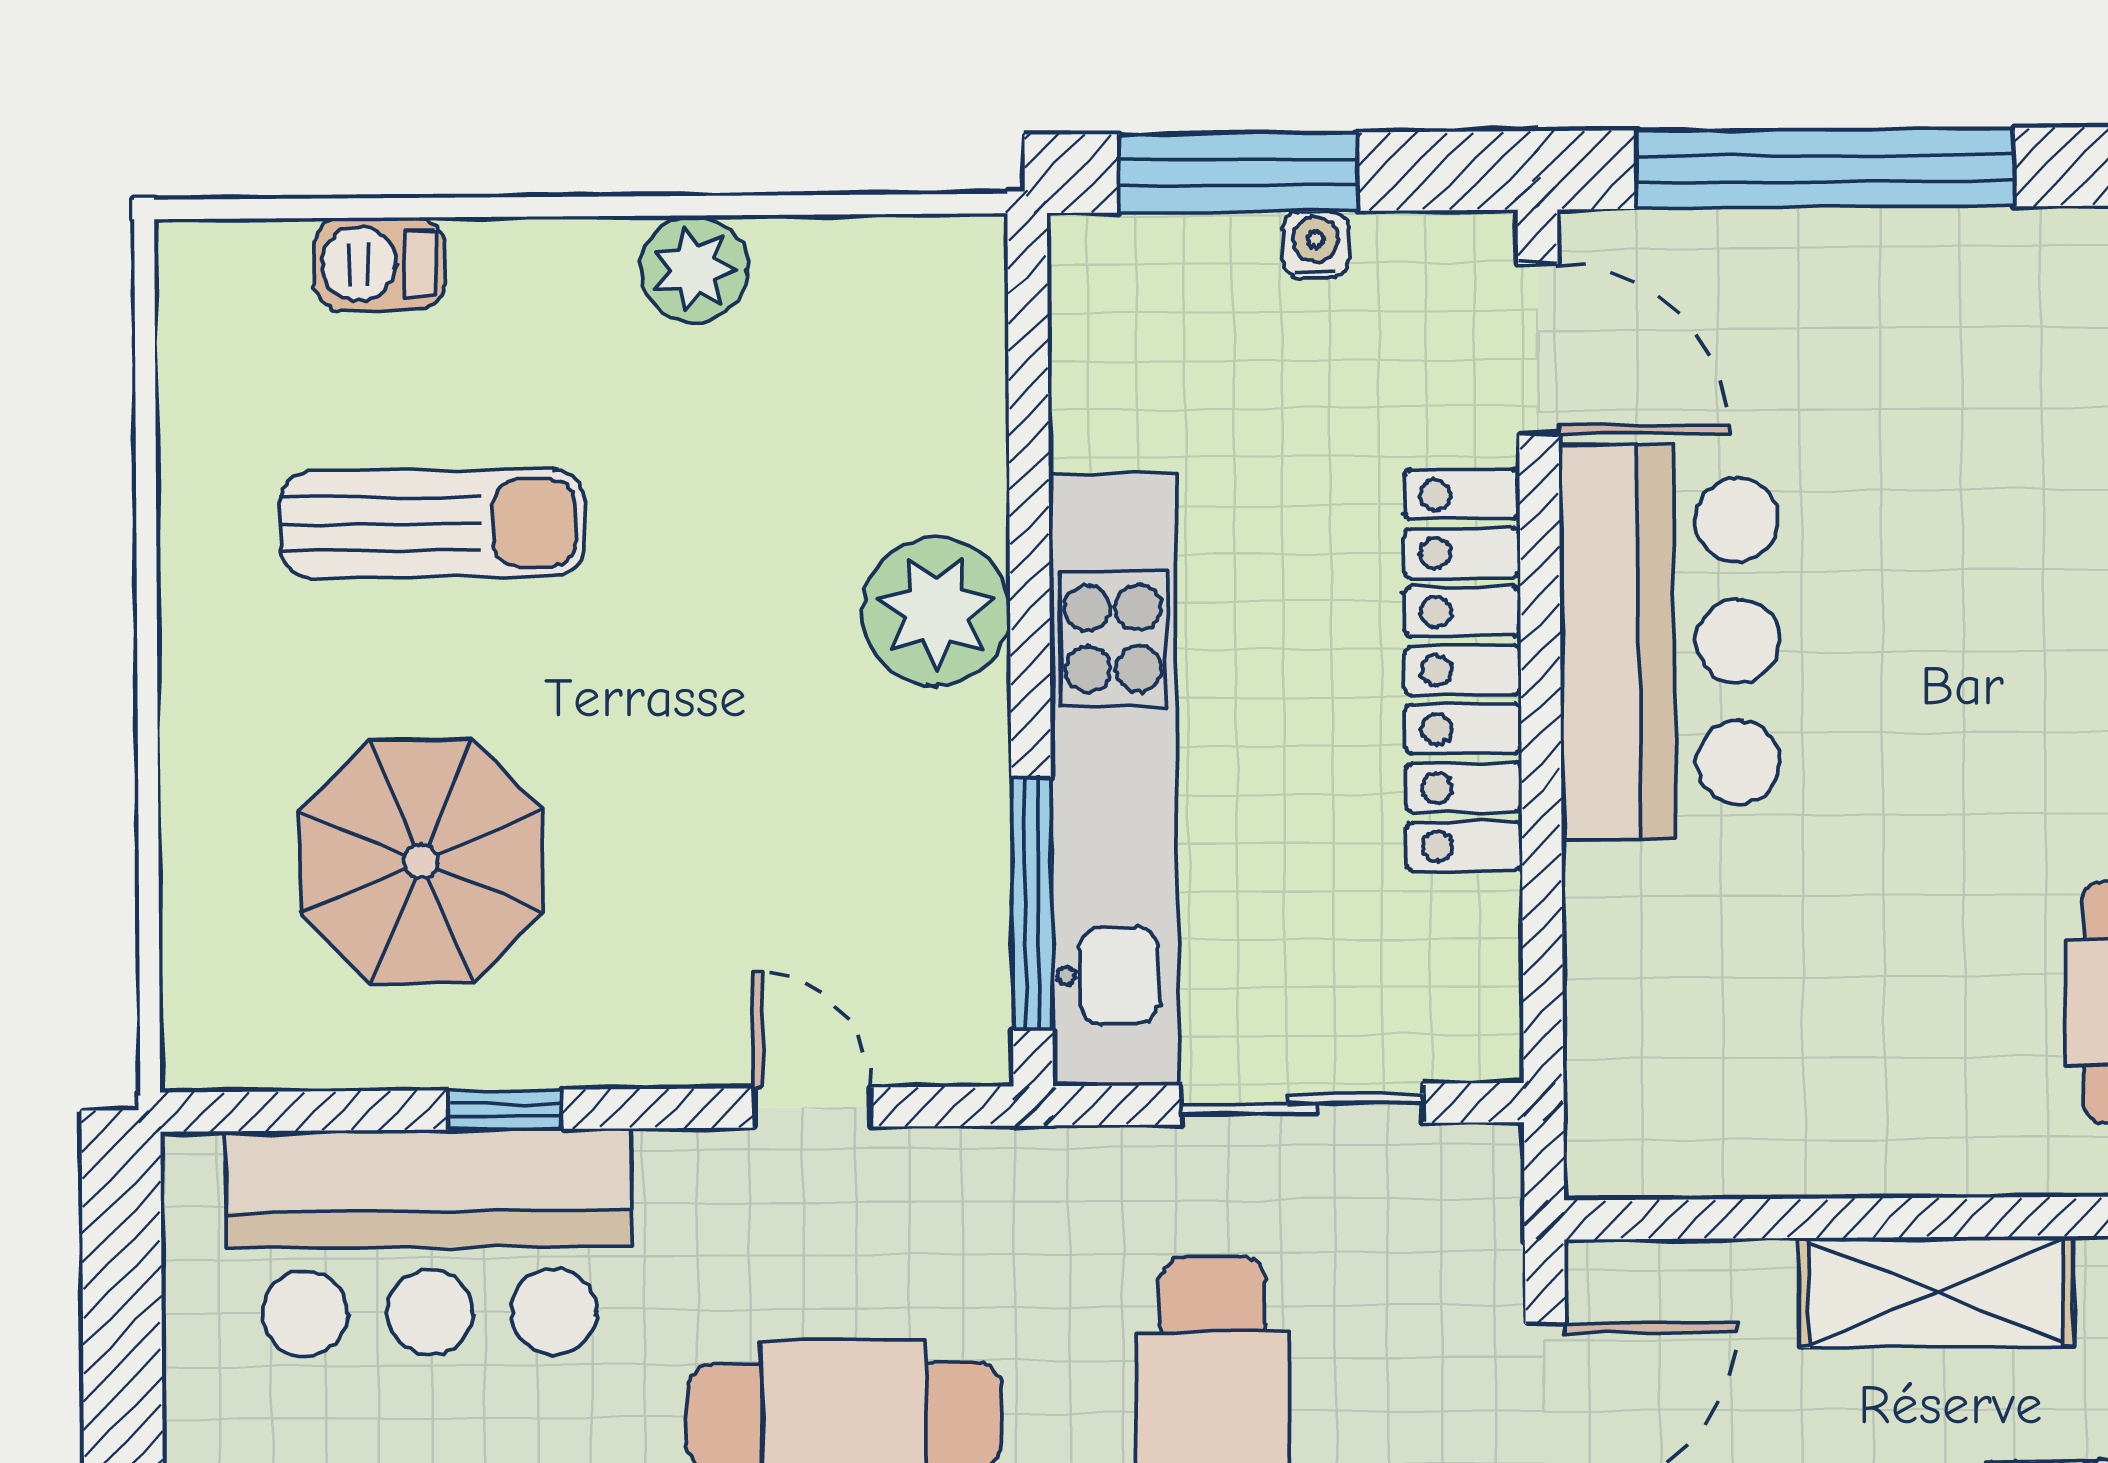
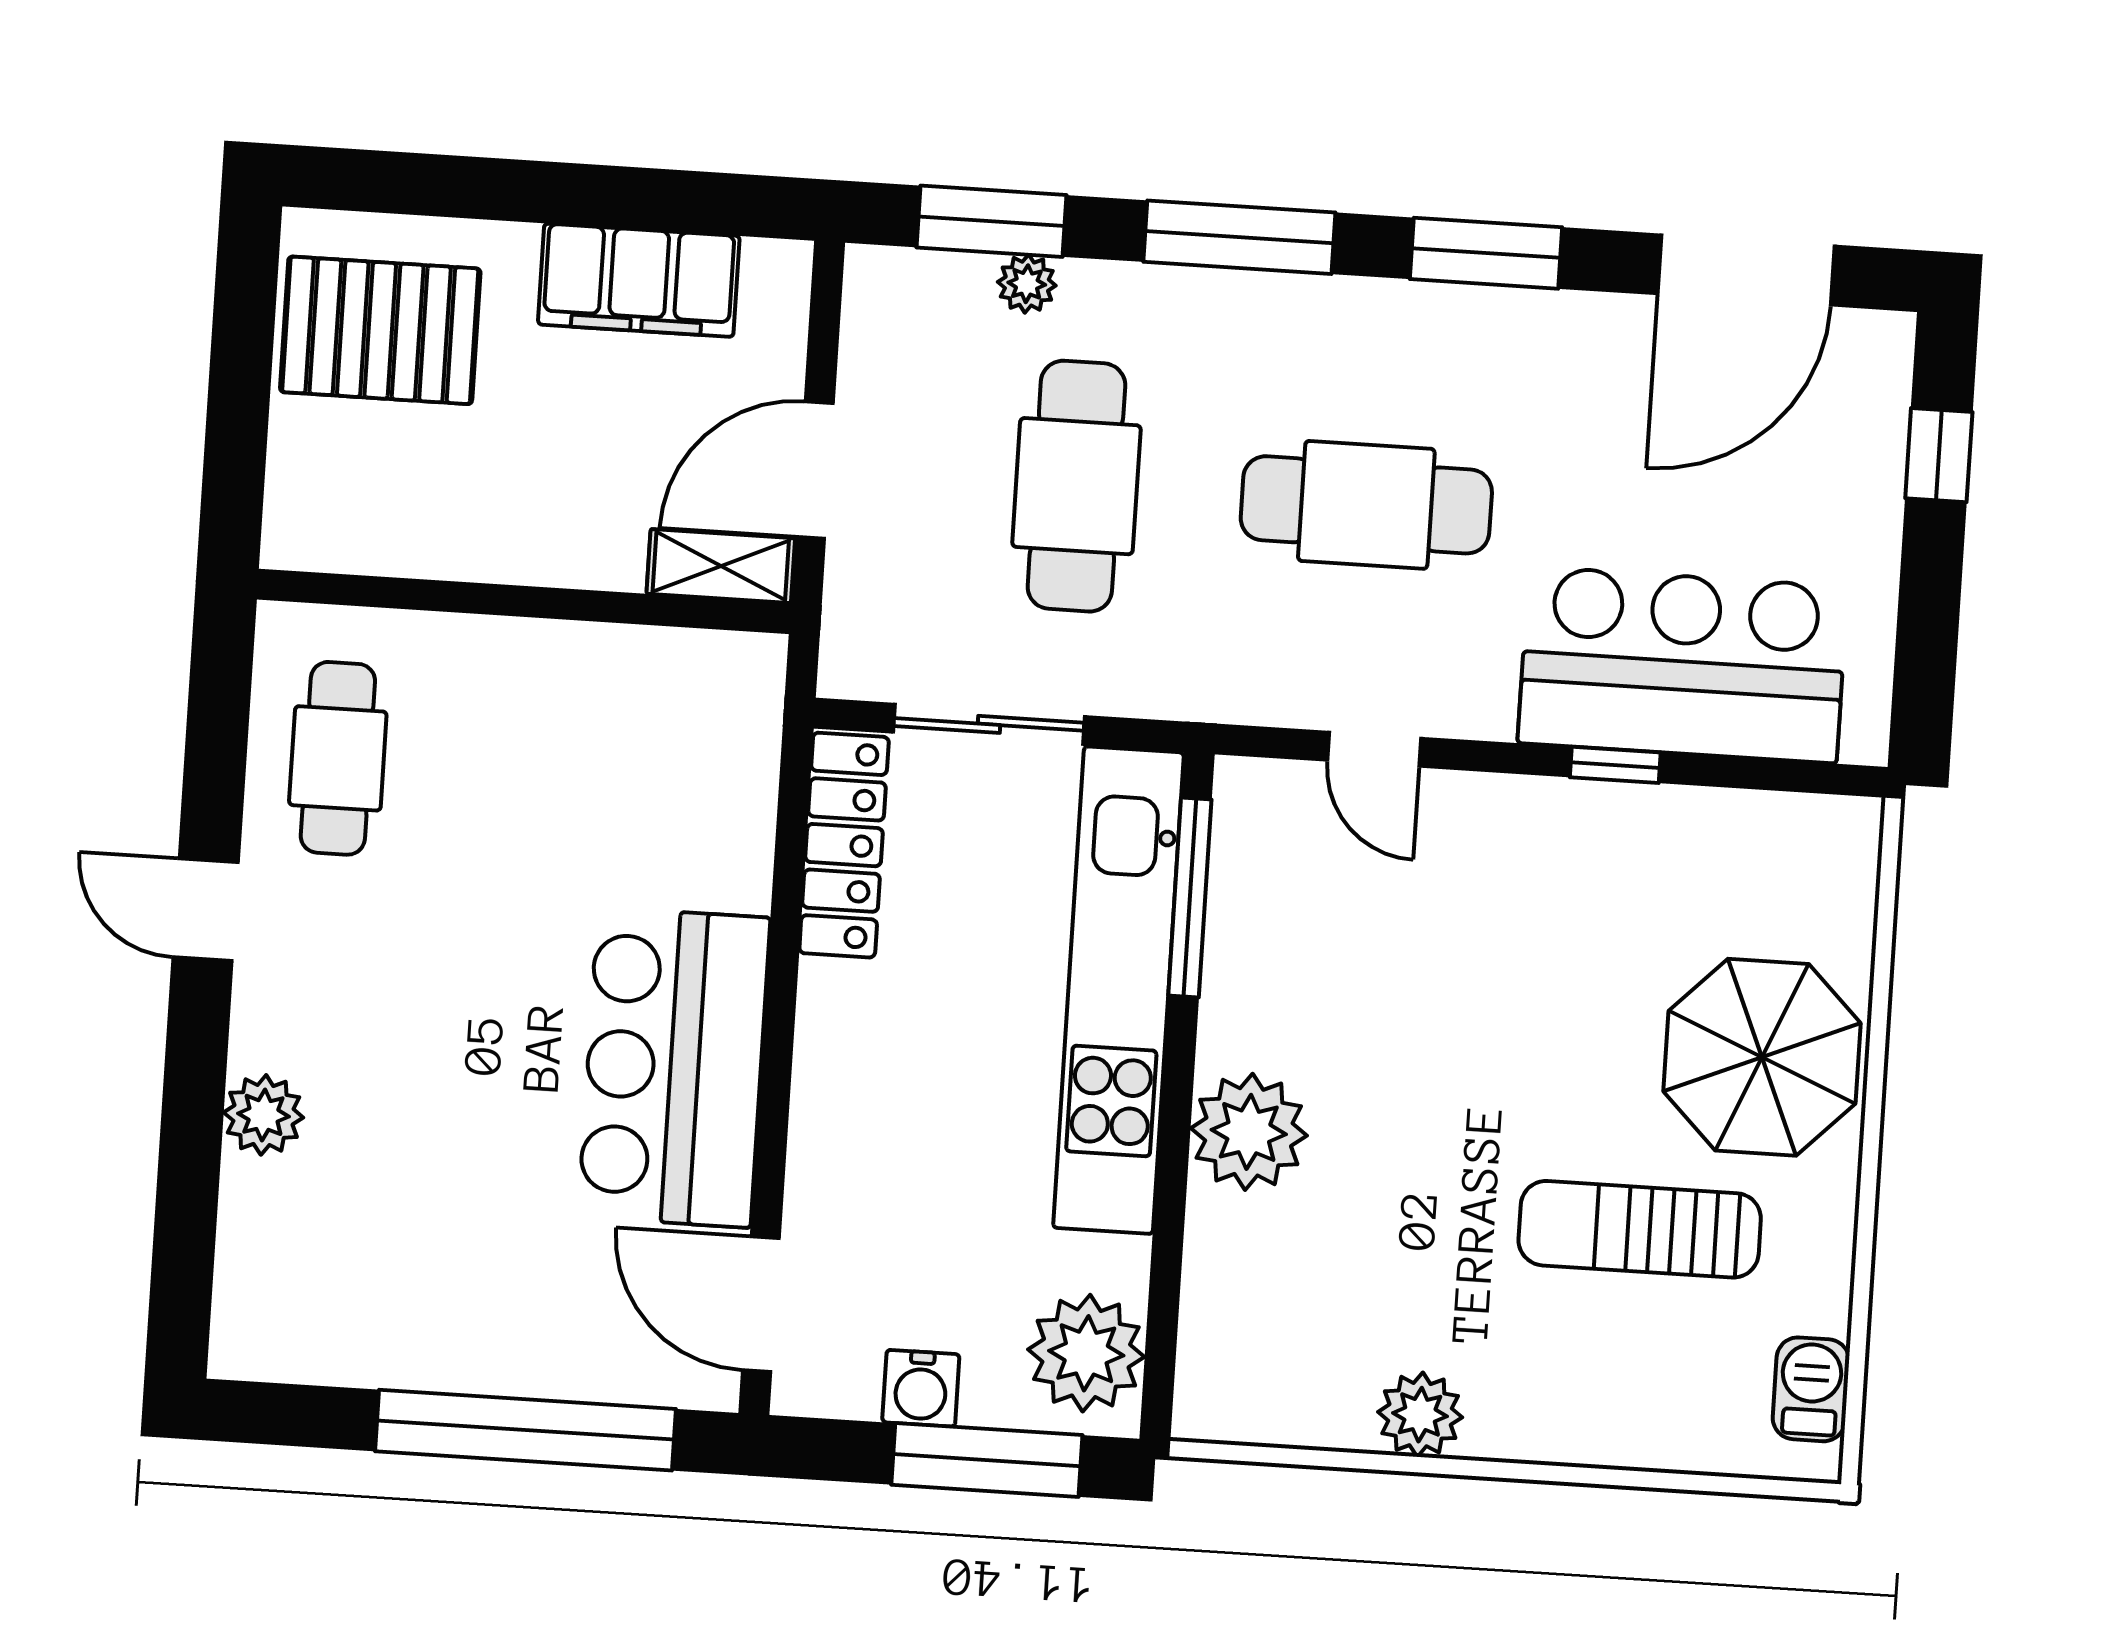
water cooler: (1315, 245) -> (921, 1388), width x1.38, depth x1.38
barbecue: (380, 264) -> (1811, 1389), moved, turned -90
plant: (1122, 317) -> (1086, 1353), added
locker: (1463, 670) -> (844, 845), moved, width x0.71, depth x0.83
parasol: (421, 862) -> (1762, 1057), moved
shelving: (1936, 1292) -> (721, 566), moved, width x0.67, depth x0.75

